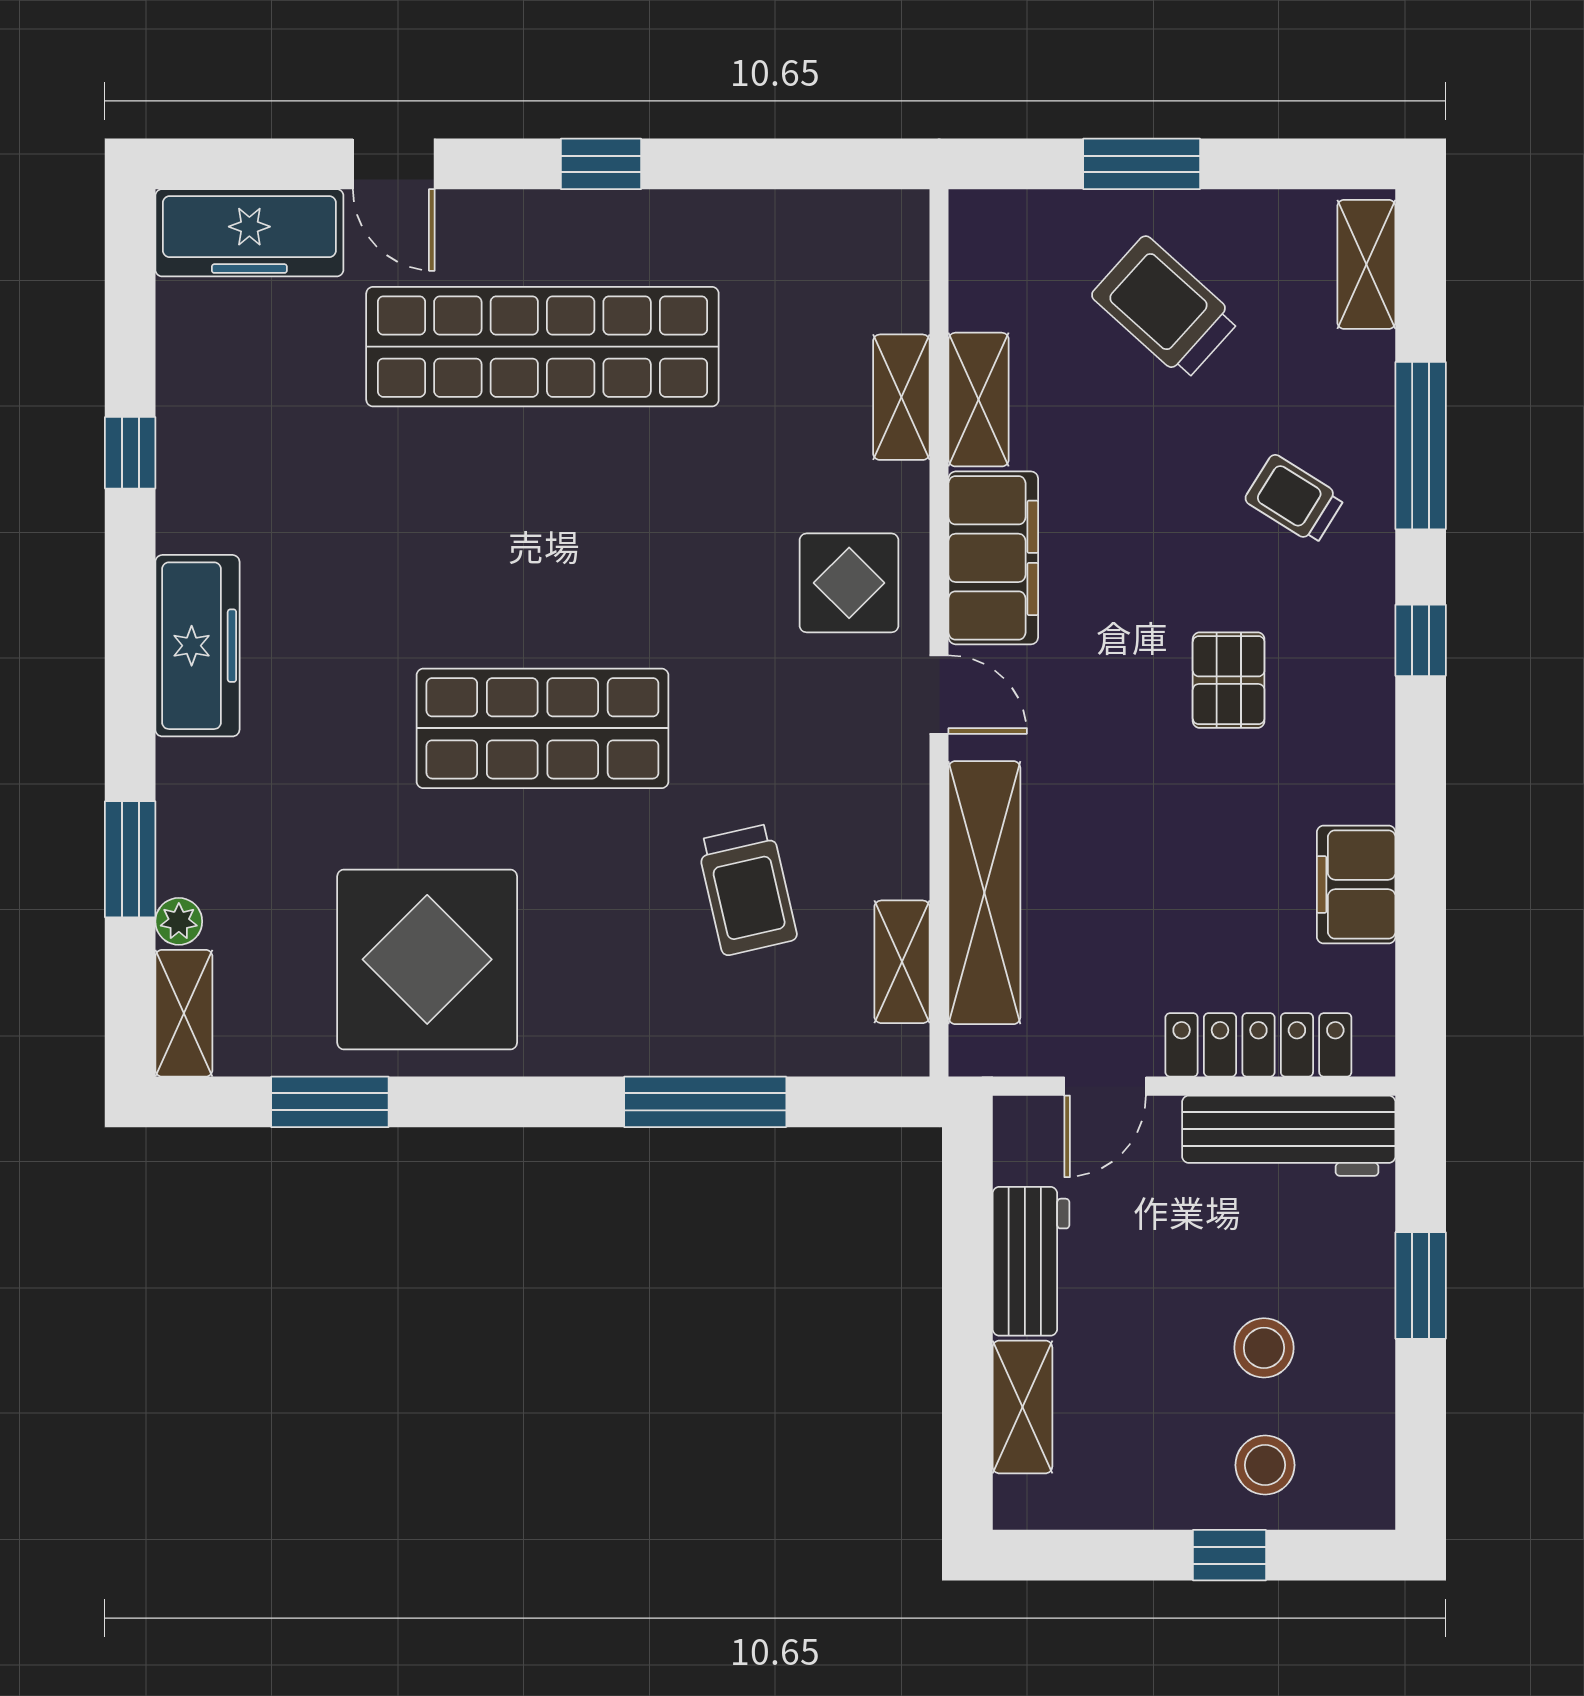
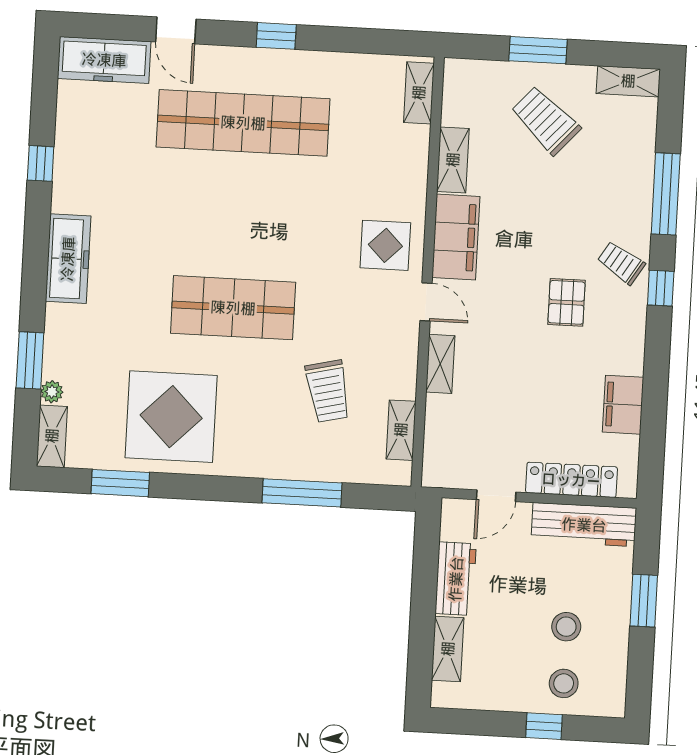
shelving: (1366, 264) -> (628, 81), moved, turned 90
shelving: (901, 397) -> (419, 93), moved
trolley: (1294, 499) -> (621, 263), moved
shelving: (984, 893) -> (440, 364), width x0.45, depth x0.75

